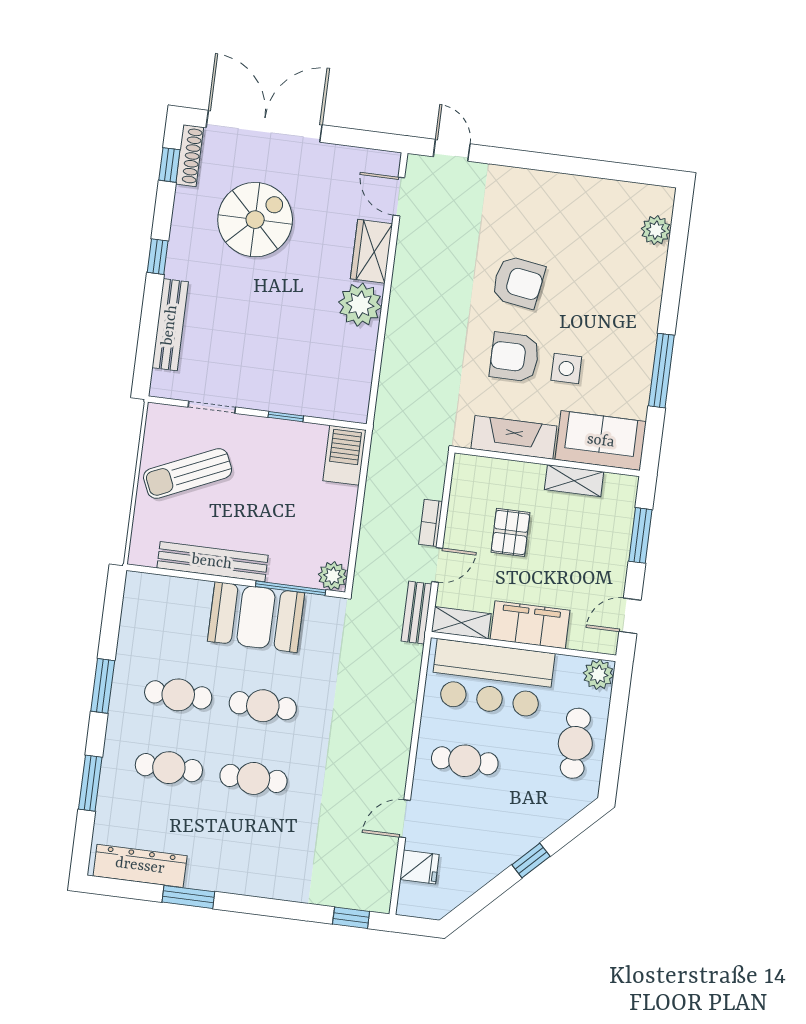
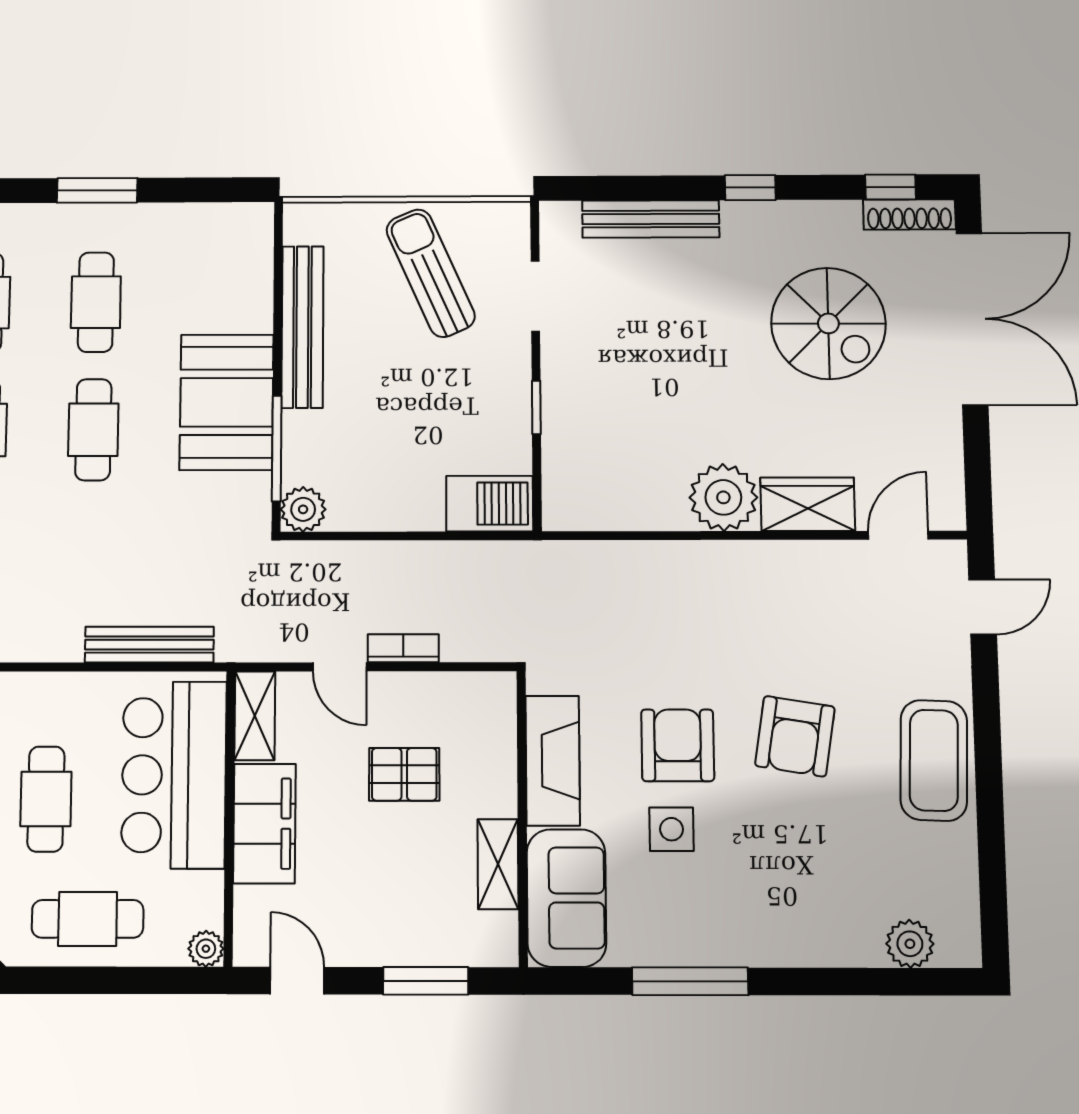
coffee table: (545, 197) -> (934, 760), added
bench: (417, 613) -> (149, 645), moved, width x1.36
plant: (598, 674) -> (206, 949), width x0.73, depth x0.73
cafe table: (465, 761) -> (46, 799), moved

